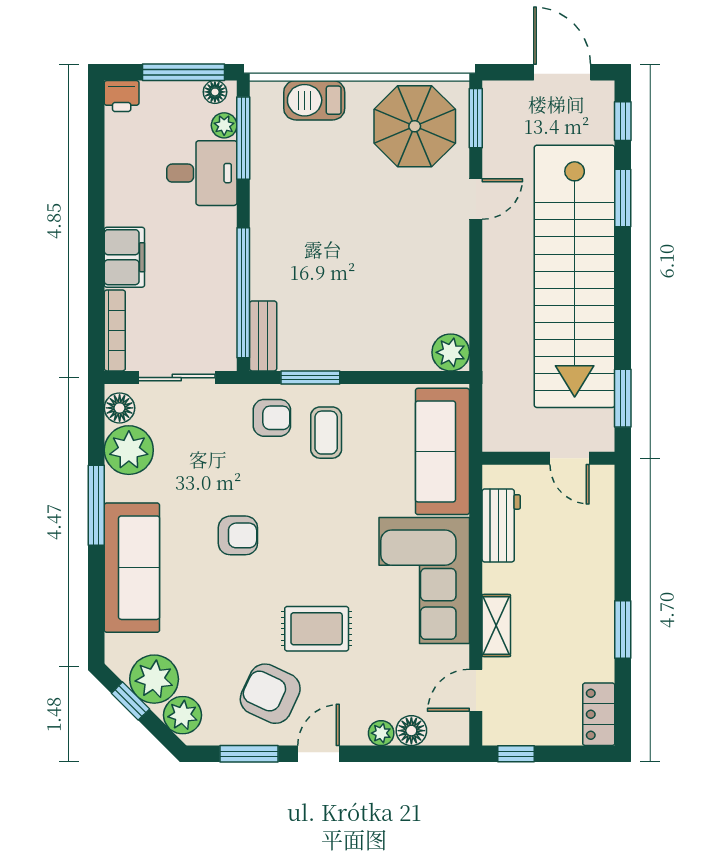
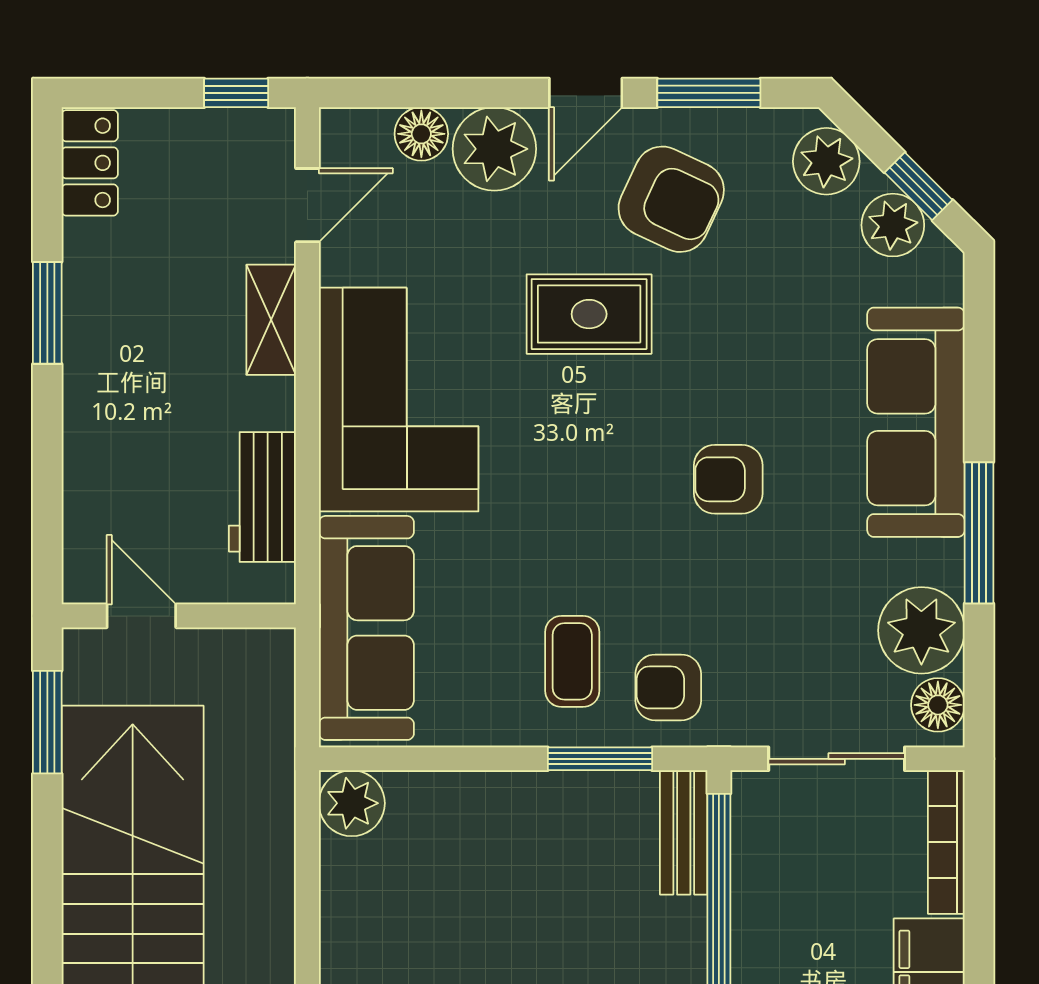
plant: (154, 679) -> (893, 225), width x0.73, depth x0.73
plant: (381, 733) -> (494, 149), width x1.88, depth x1.88

